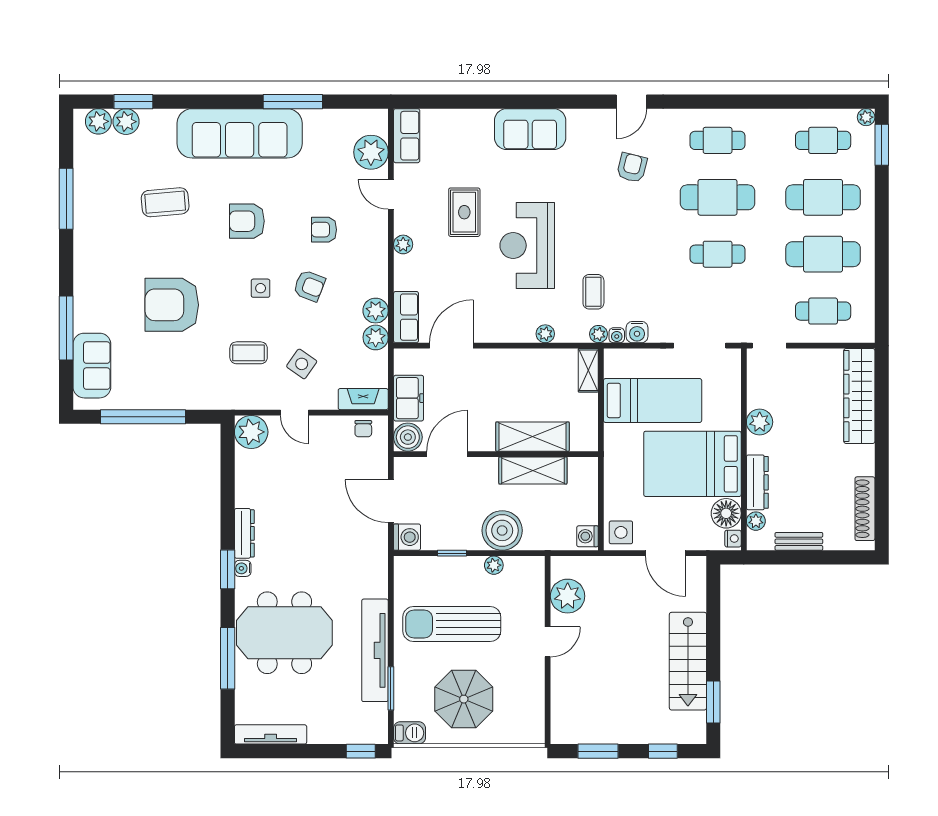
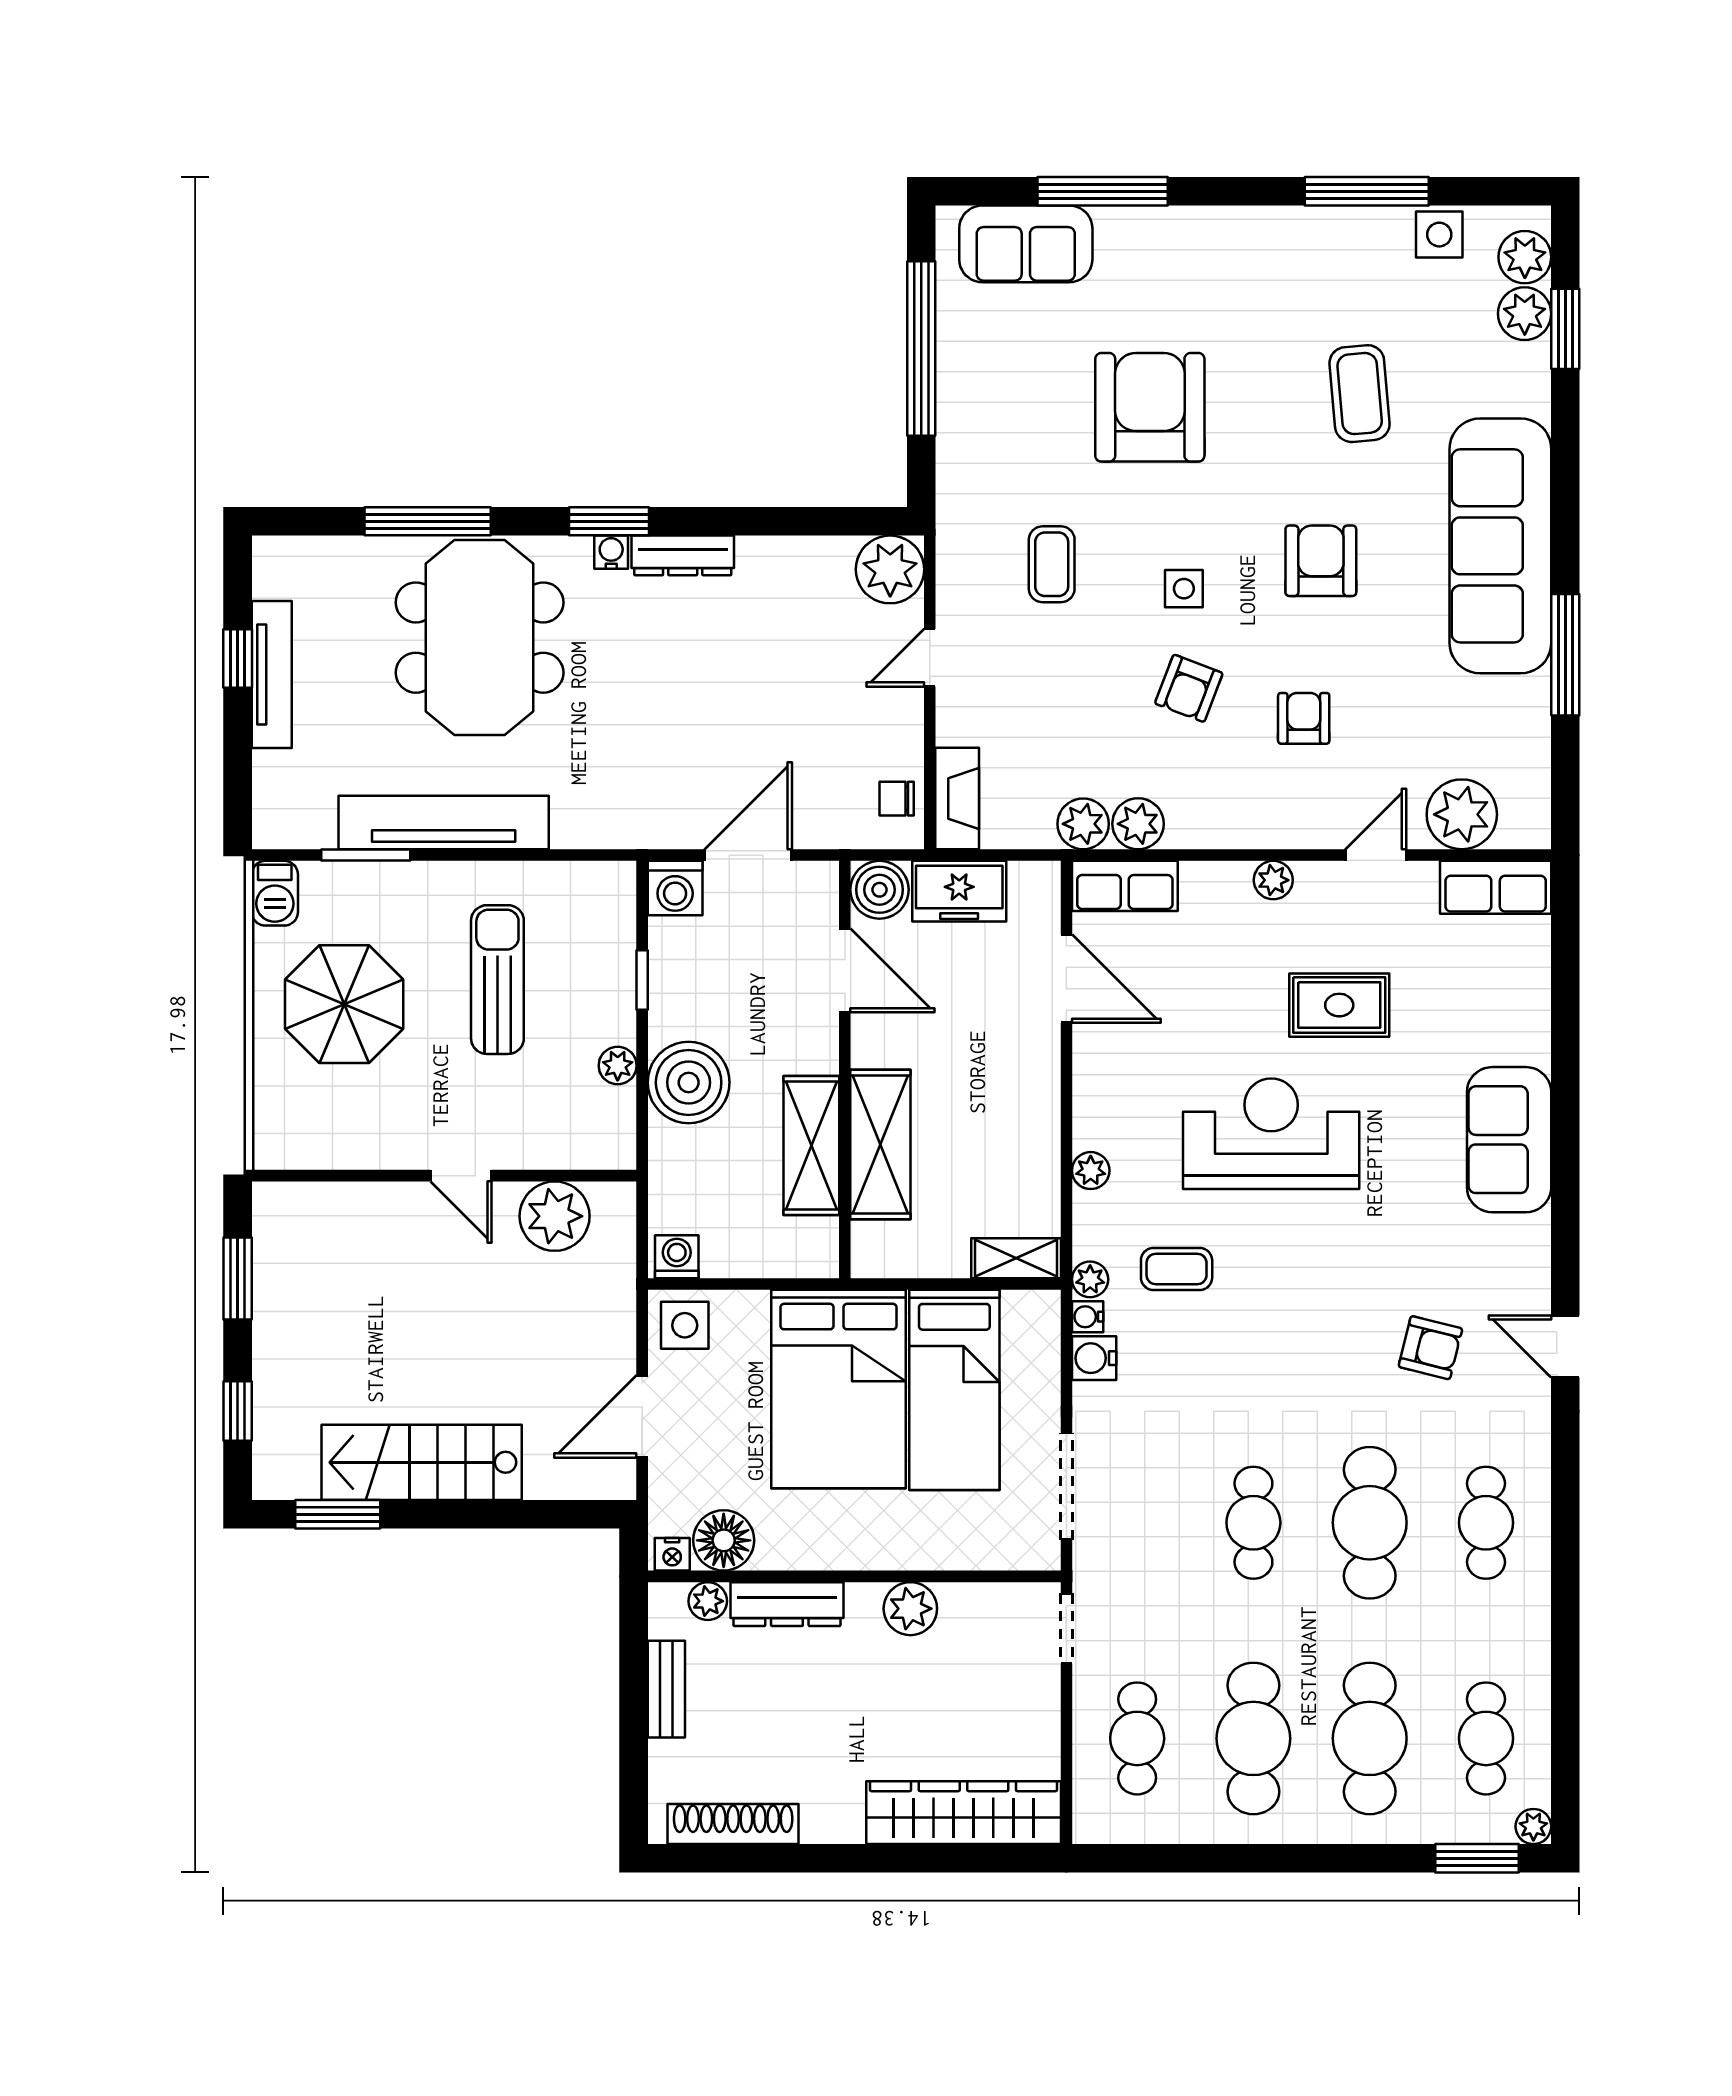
side table: (302, 364) -> (1439, 235), moved, turned -35
bed: (692, 464) -> (838, 1389), moved, turned 180
sun lounger: (452, 624) -> (497, 980), width x0.73, depth x0.75
tv unit: (271, 734) -> (272, 675), moved
window: (361, 751) -> (238, 659), moved

